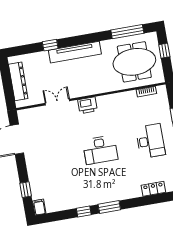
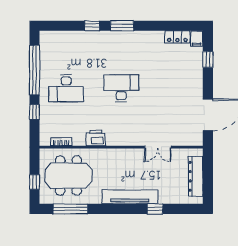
printer: (88, 105) -> (96, 138), moved
desk: (150, 141) -> (66, 88), turned -90
locker: (153, 189) -> (177, 37), moved
window: (84, 211) -> (92, 26), moved

